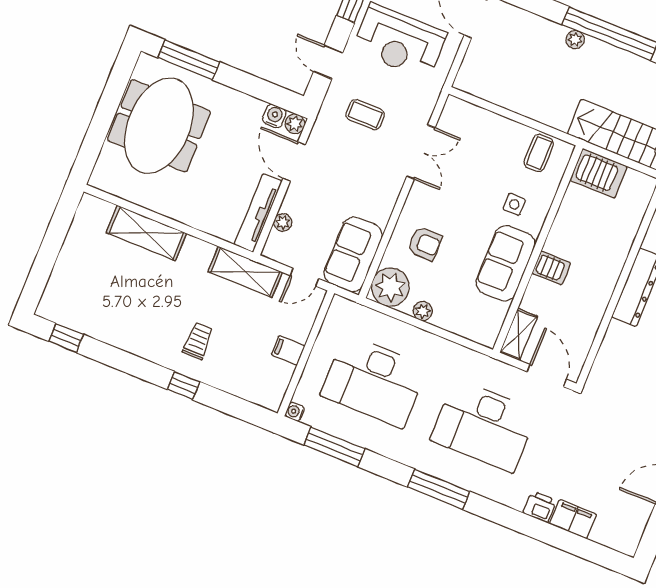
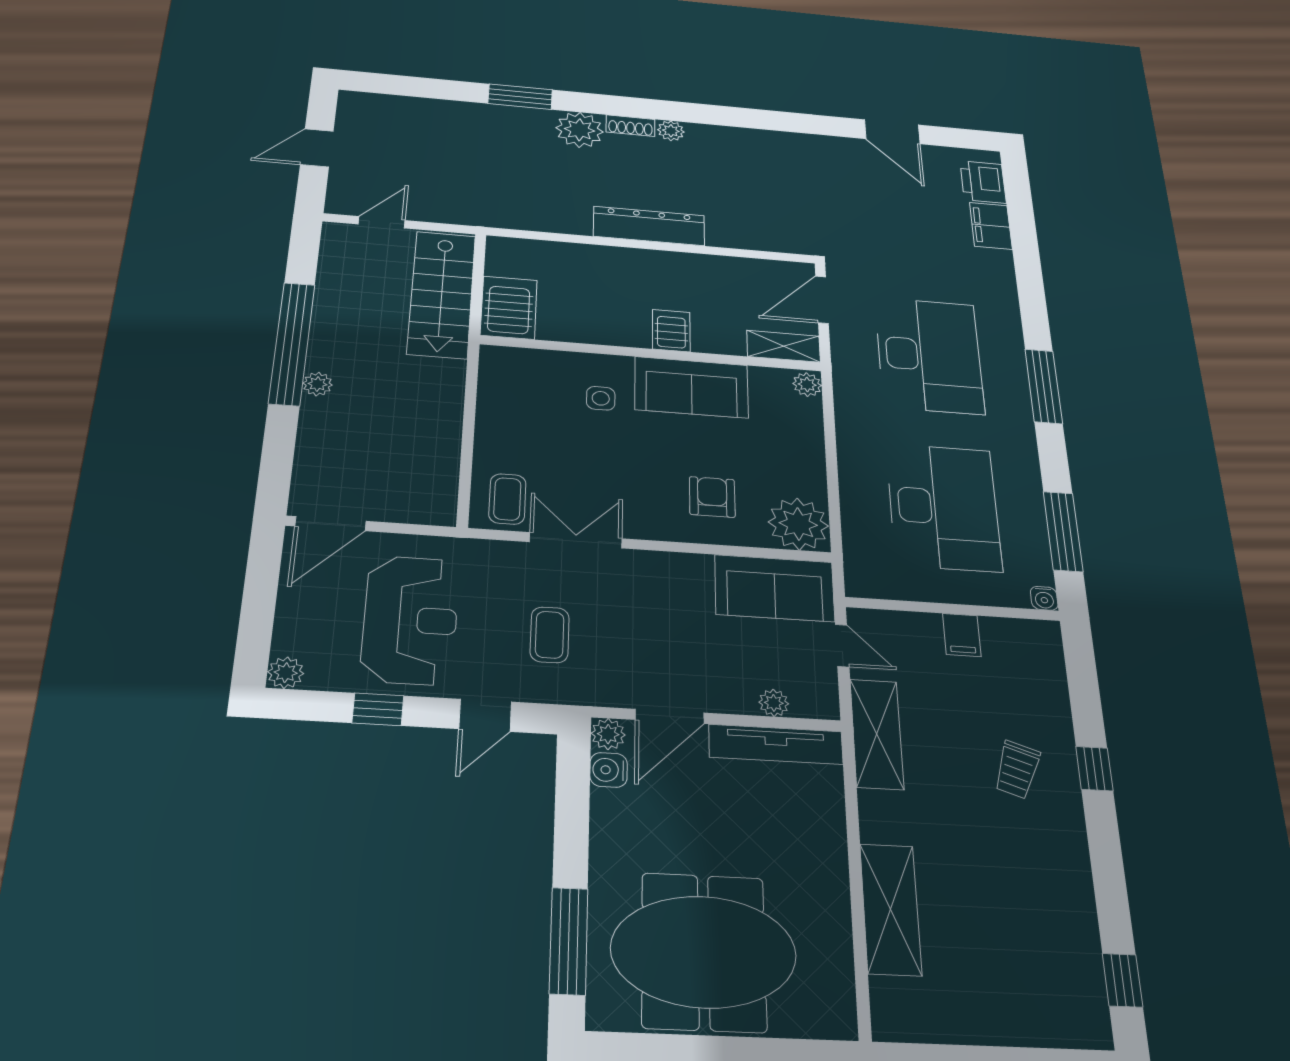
coffee table: (539, 153) -> (507, 499), moved, turned 90
plant: (423, 311) -> (807, 385), moved
trolley: (198, 341) -> (1017, 770), turned -71
printer: (540, 507) -> (983, 182), moved, width x1.36, depth x1.24

